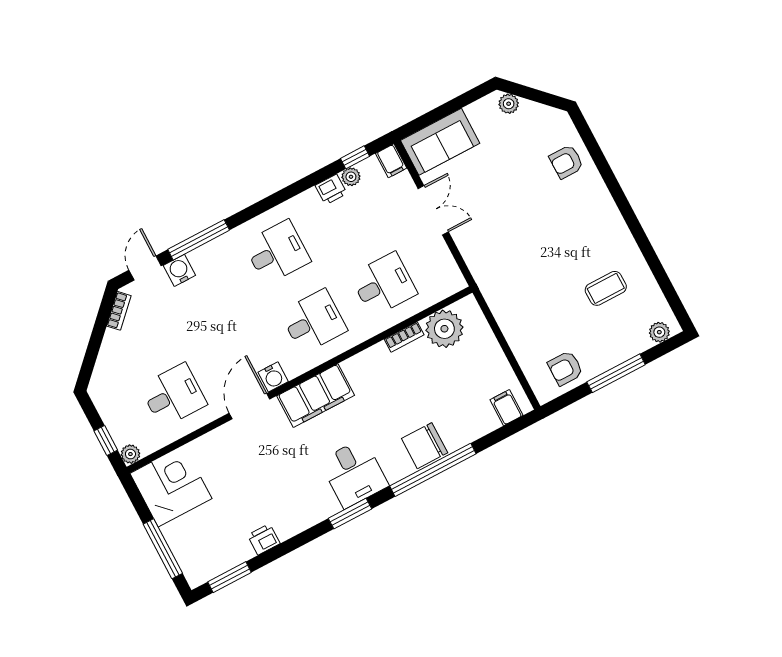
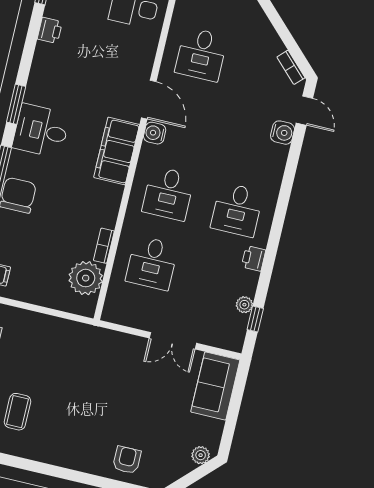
filing cabinet: (391, 161) -> (231, 341), removed
printer: (331, 189) -> (254, 258), moved
window: (199, 240) -> (292, 164), removed

